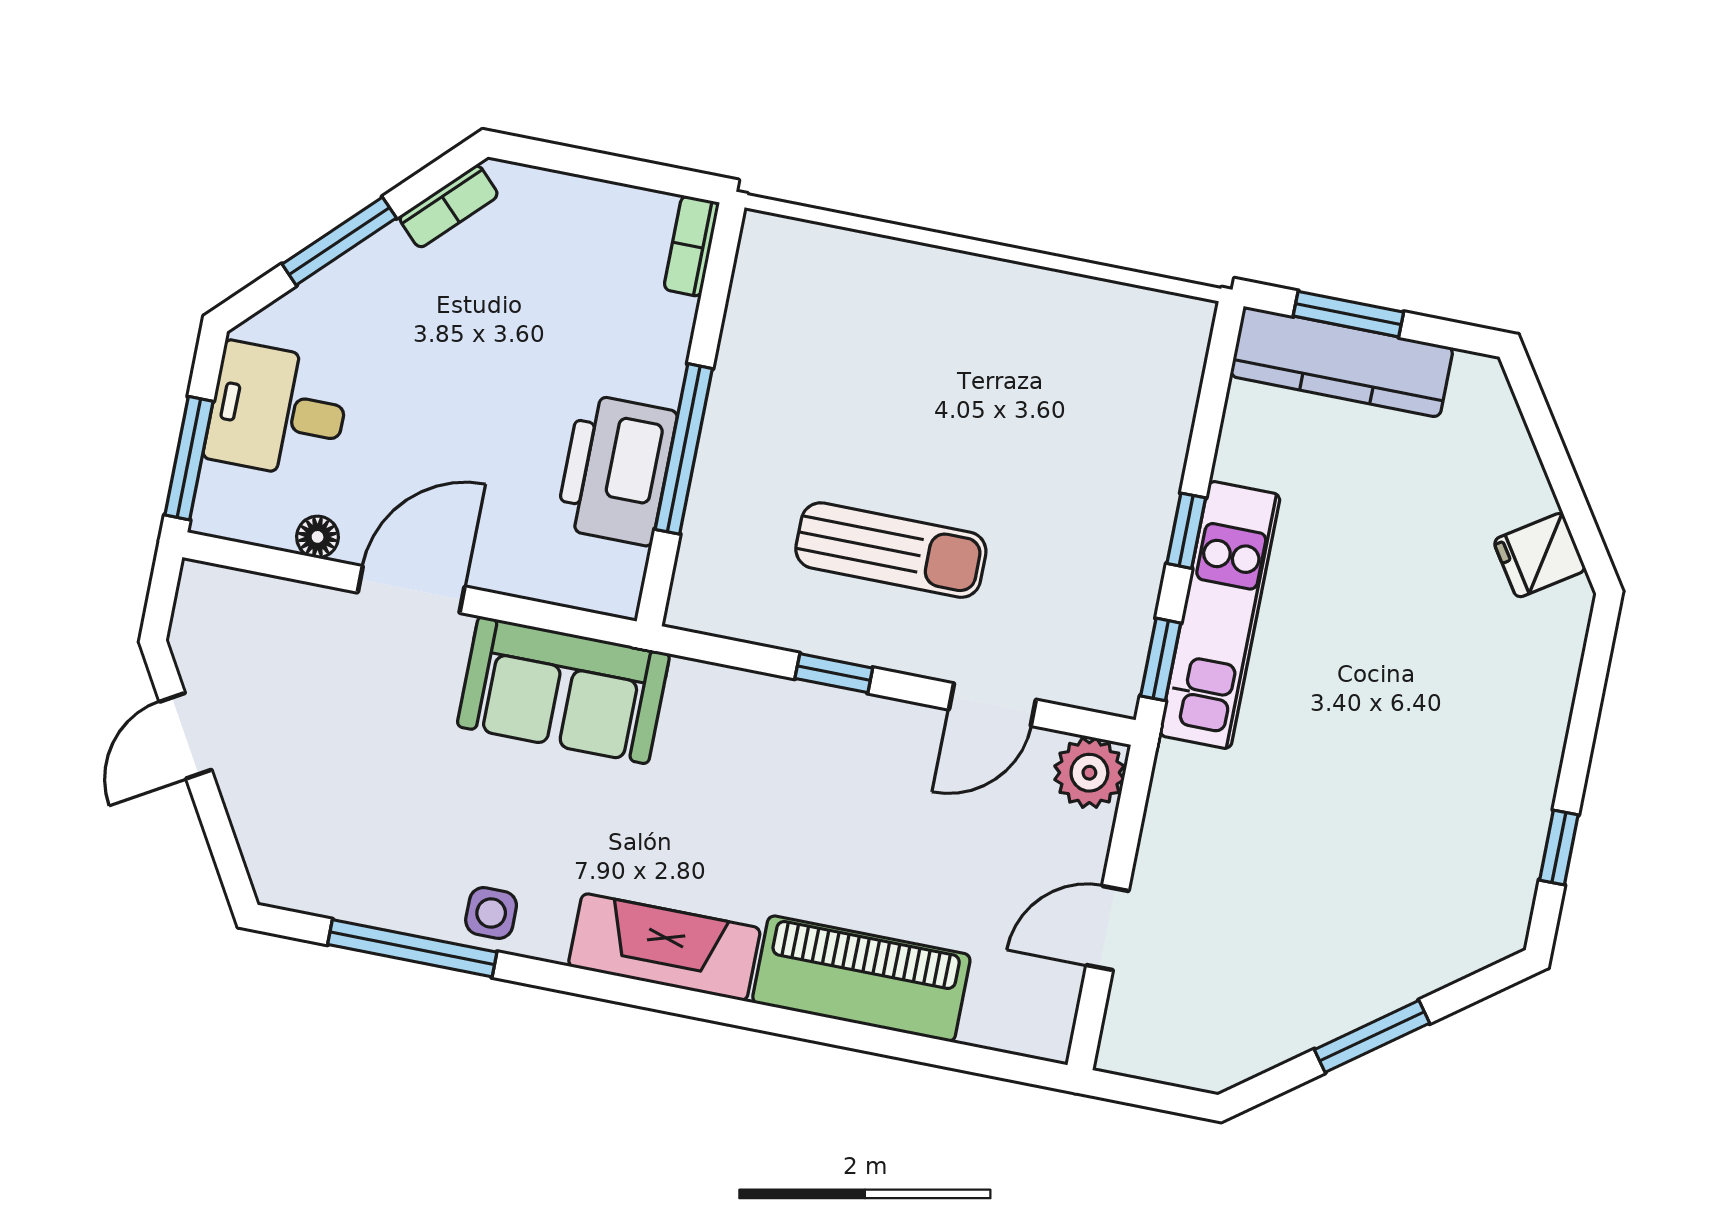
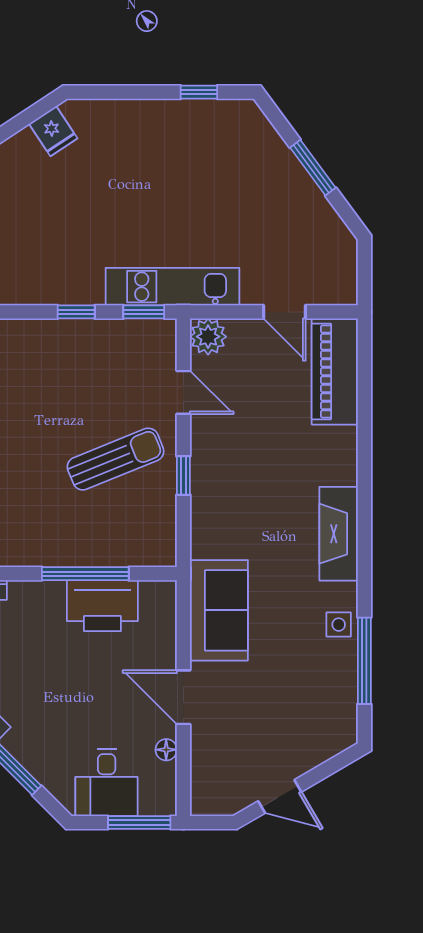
sun lounger: (891, 550) -> (116, 459), turned 68
kitchen unit: (1220, 615) -> (173, 287), moved
piano: (861, 979) -> (335, 371), moved

